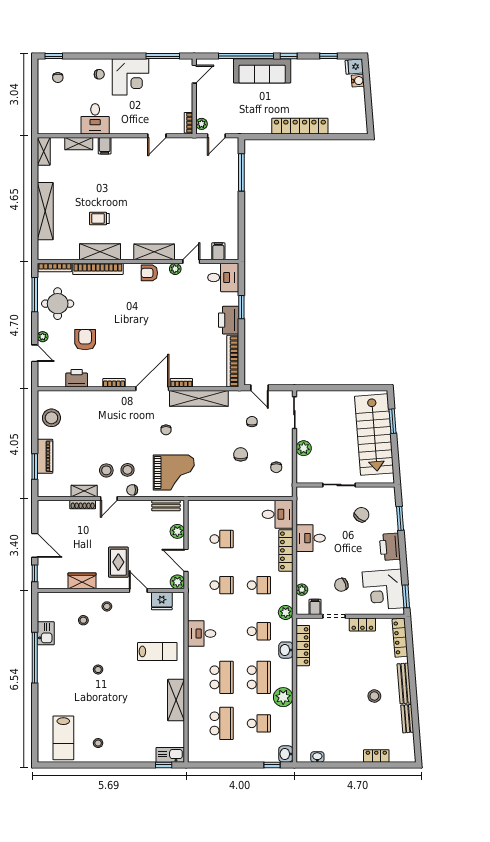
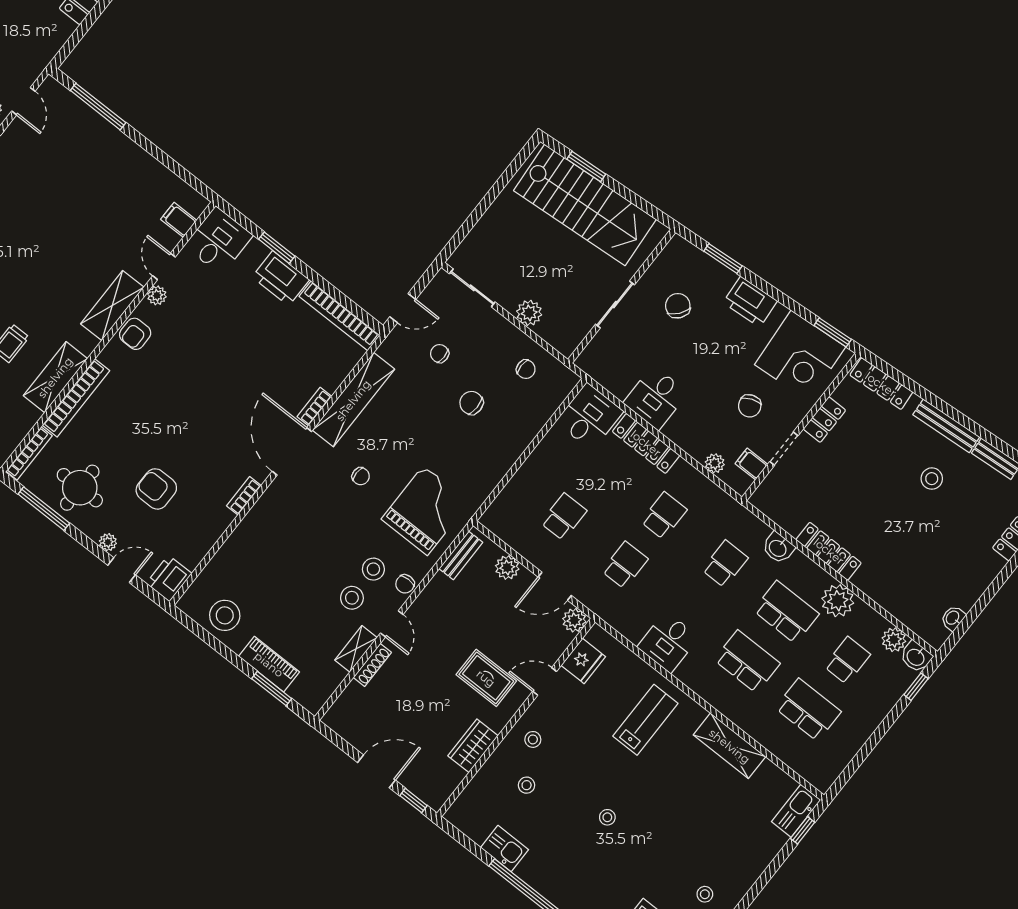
printer: (77, 378) -> (169, 578), moved
plant: (286, 612) -> (894, 640), moved
locker: (303, 646) -> (829, 551), moved

